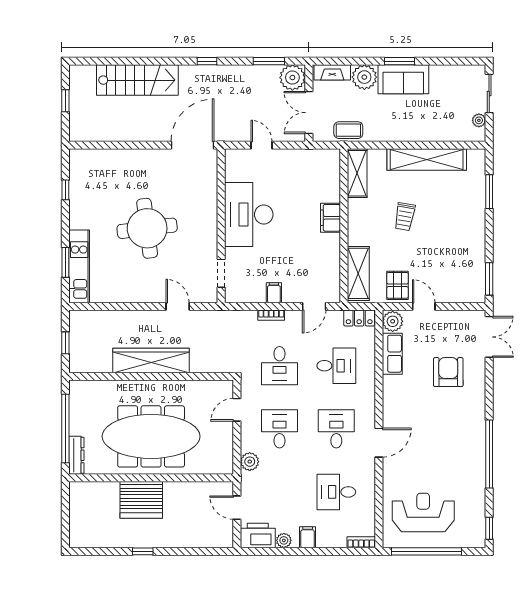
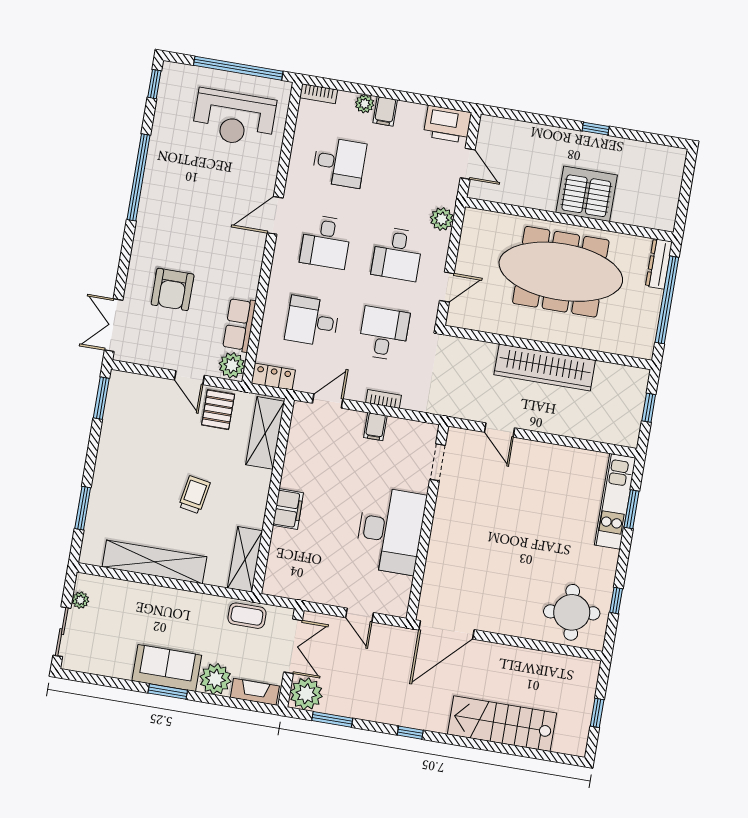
round table: (147, 228) -> (572, 612), moved, width x0.73, depth x0.73
plant: (284, 540) -> (365, 104), moved

